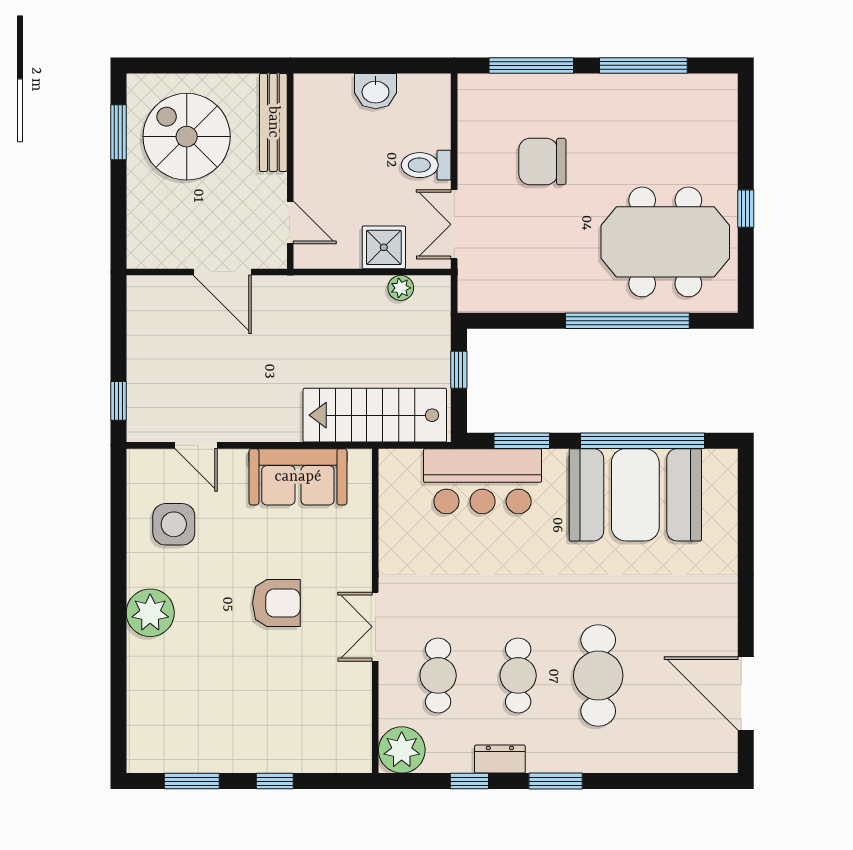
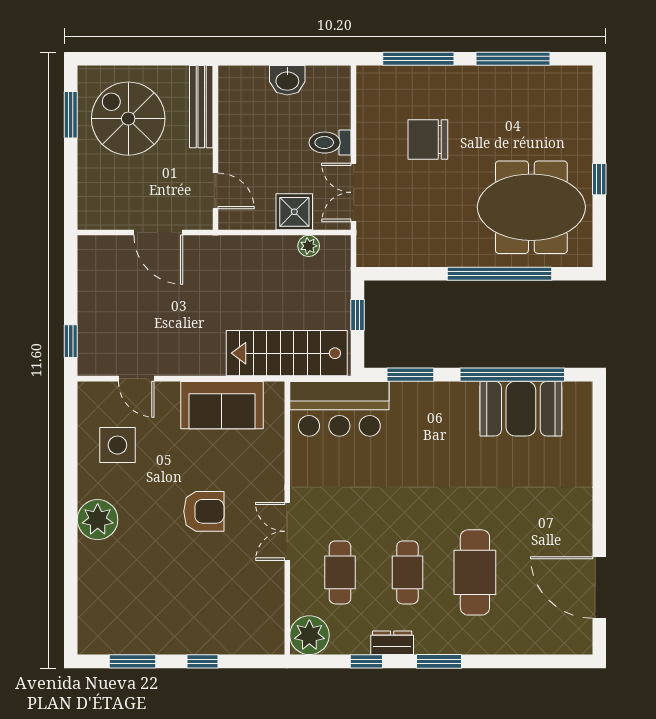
bar counter: (483, 481) -> (339, 409), moved
booth: (635, 495) -> (521, 409), width x0.73, depth x0.70

